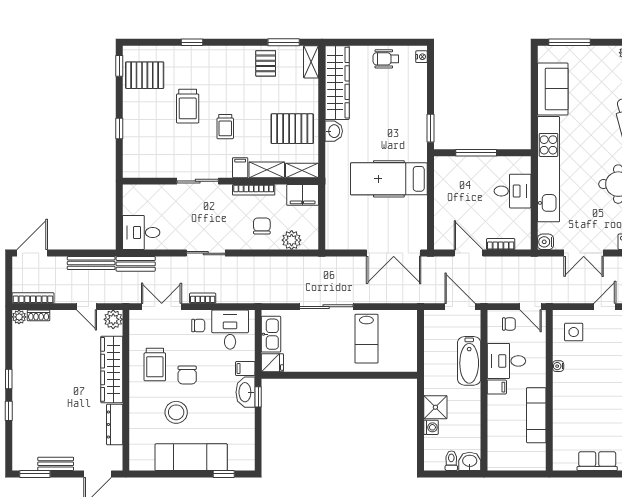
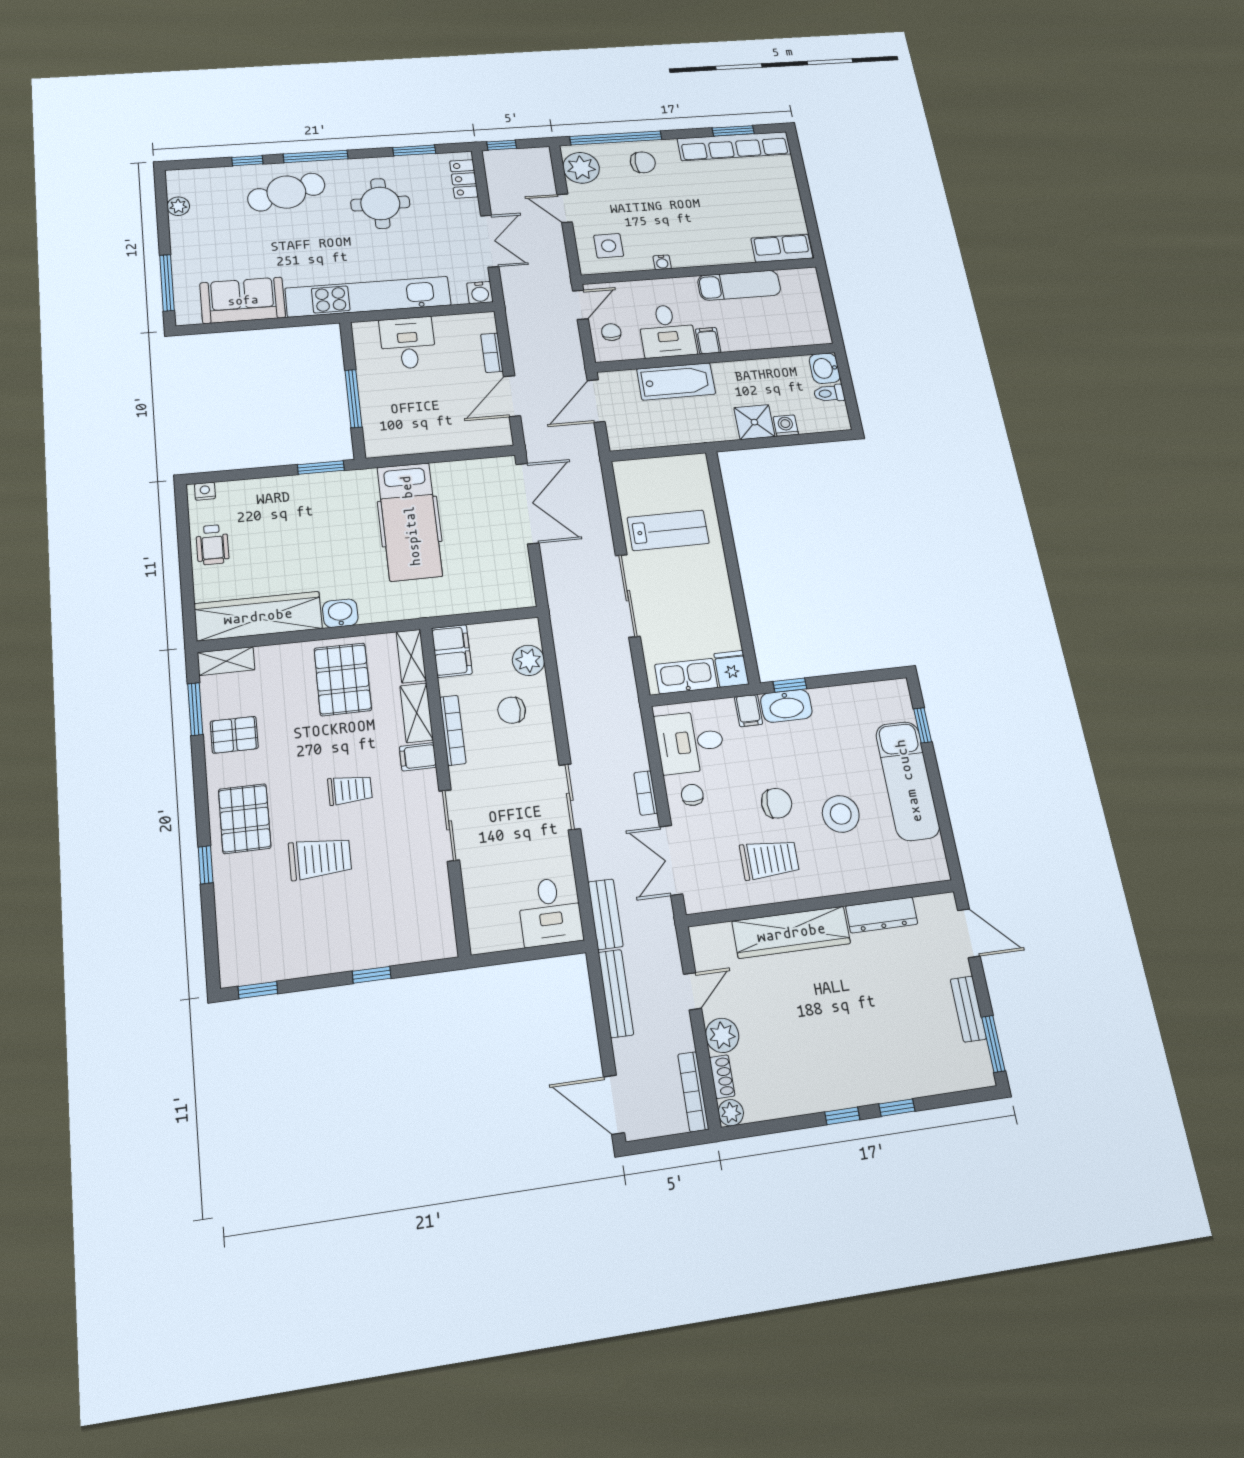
pallet: (145, 75) -> (245, 819), moved
plant: (113, 319) -> (722, 1035), moved
row of seats: (597, 461) -> (782, 248), moved, turned 90

